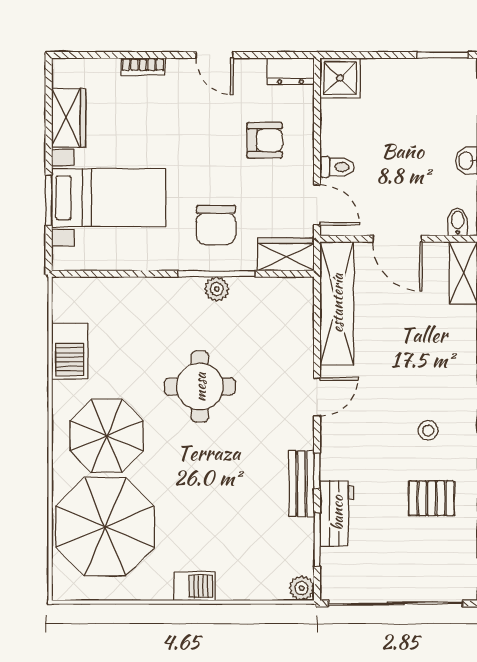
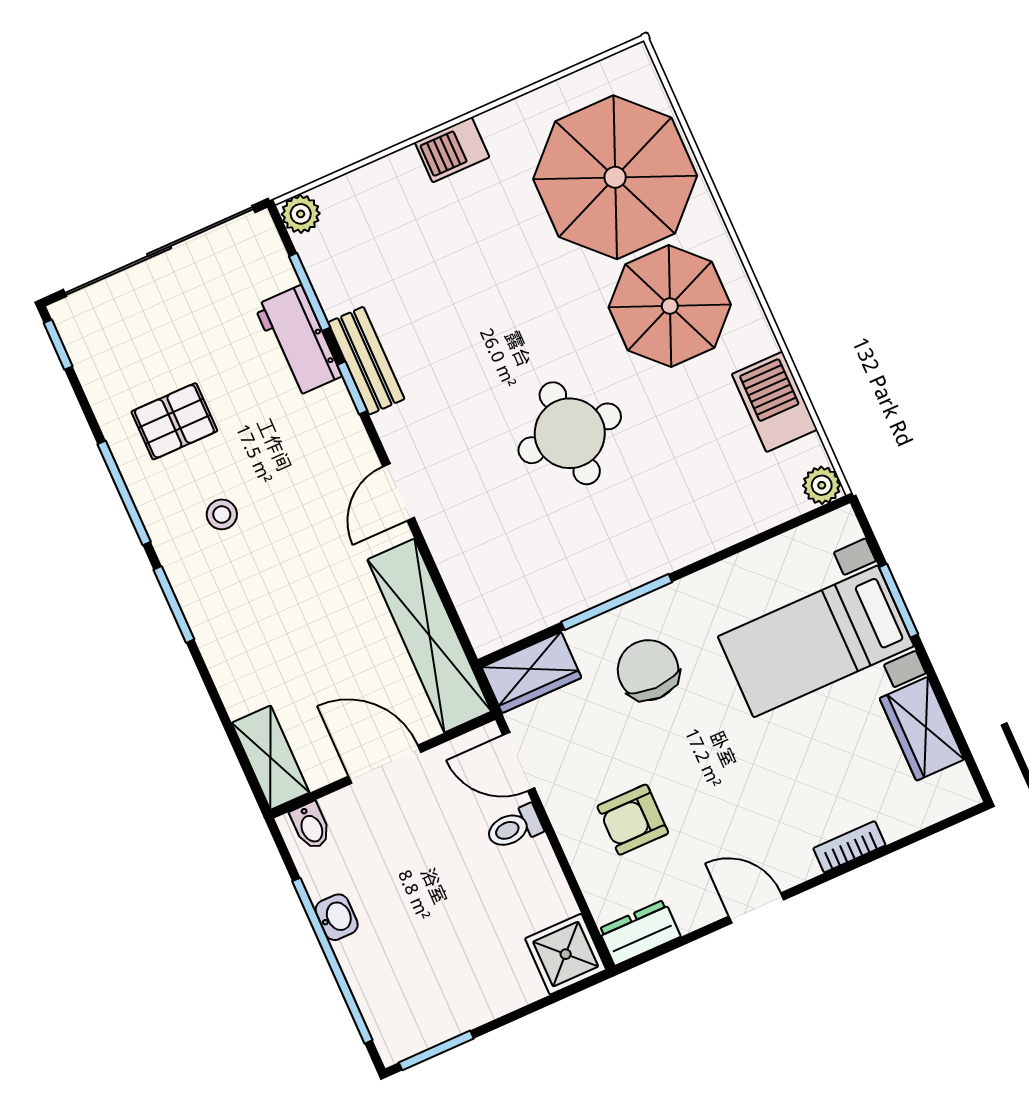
plant: (217, 289) -> (822, 485), moved

